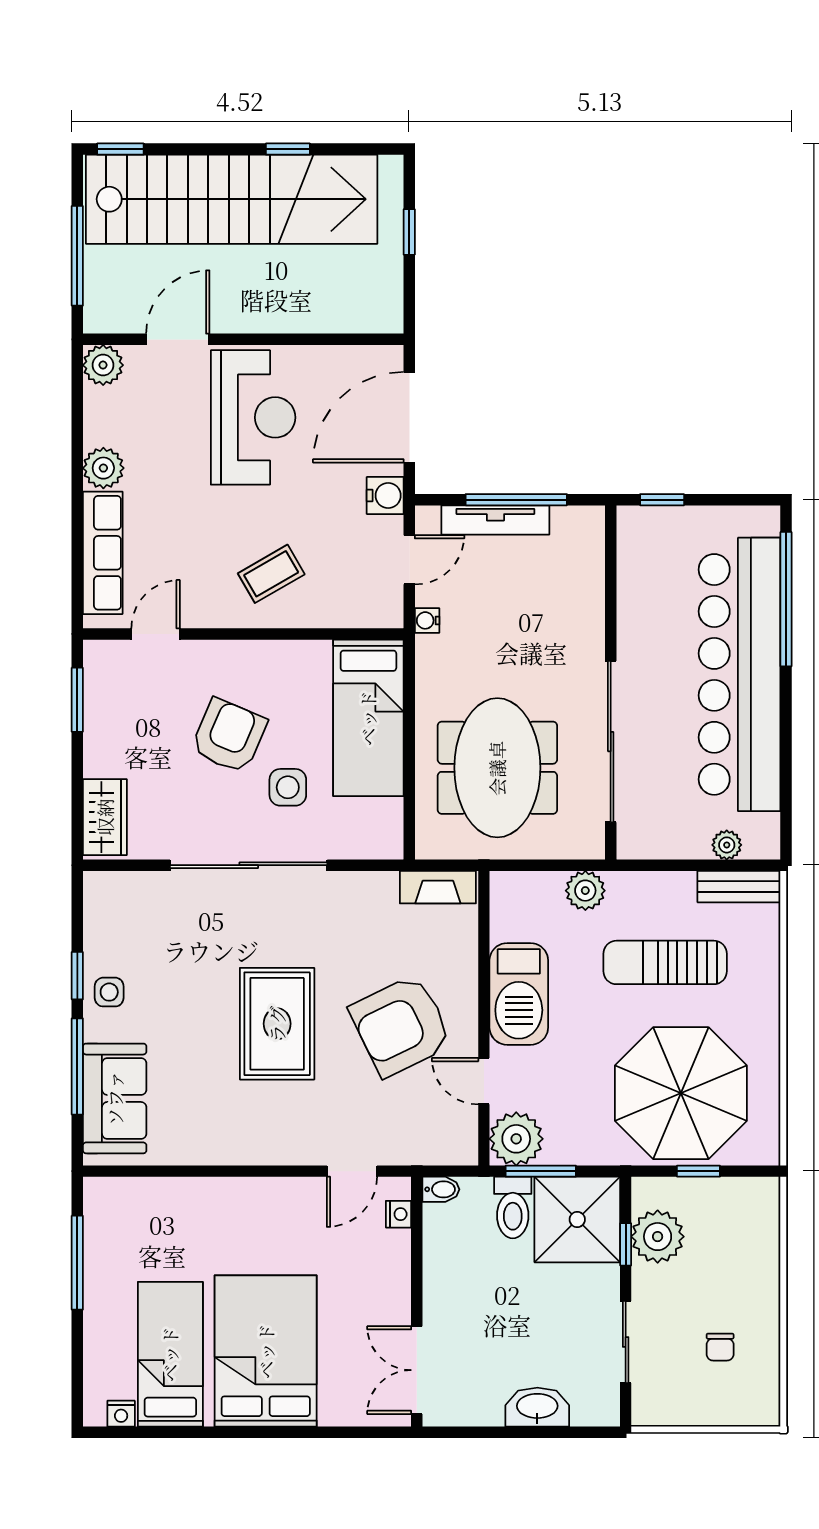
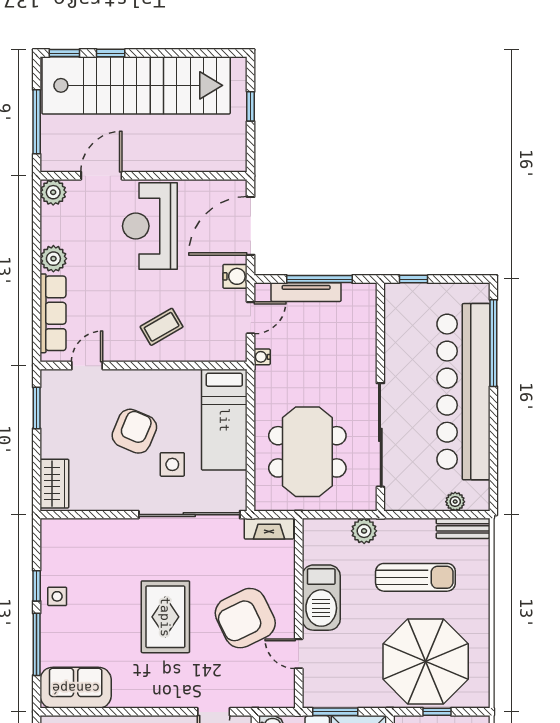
window: (288, 149) -> (111, 53), moved
reception desk: (253, 417) -> (150, 226), turned 180
sliding door: (249, 865) -> (189, 515), moved
sun lounger: (665, 962) -> (415, 577), turned 180
sofa: (115, 1098) -> (76, 688), moved, turned -90
plant: (516, 1139) -> (319, 691), removed

